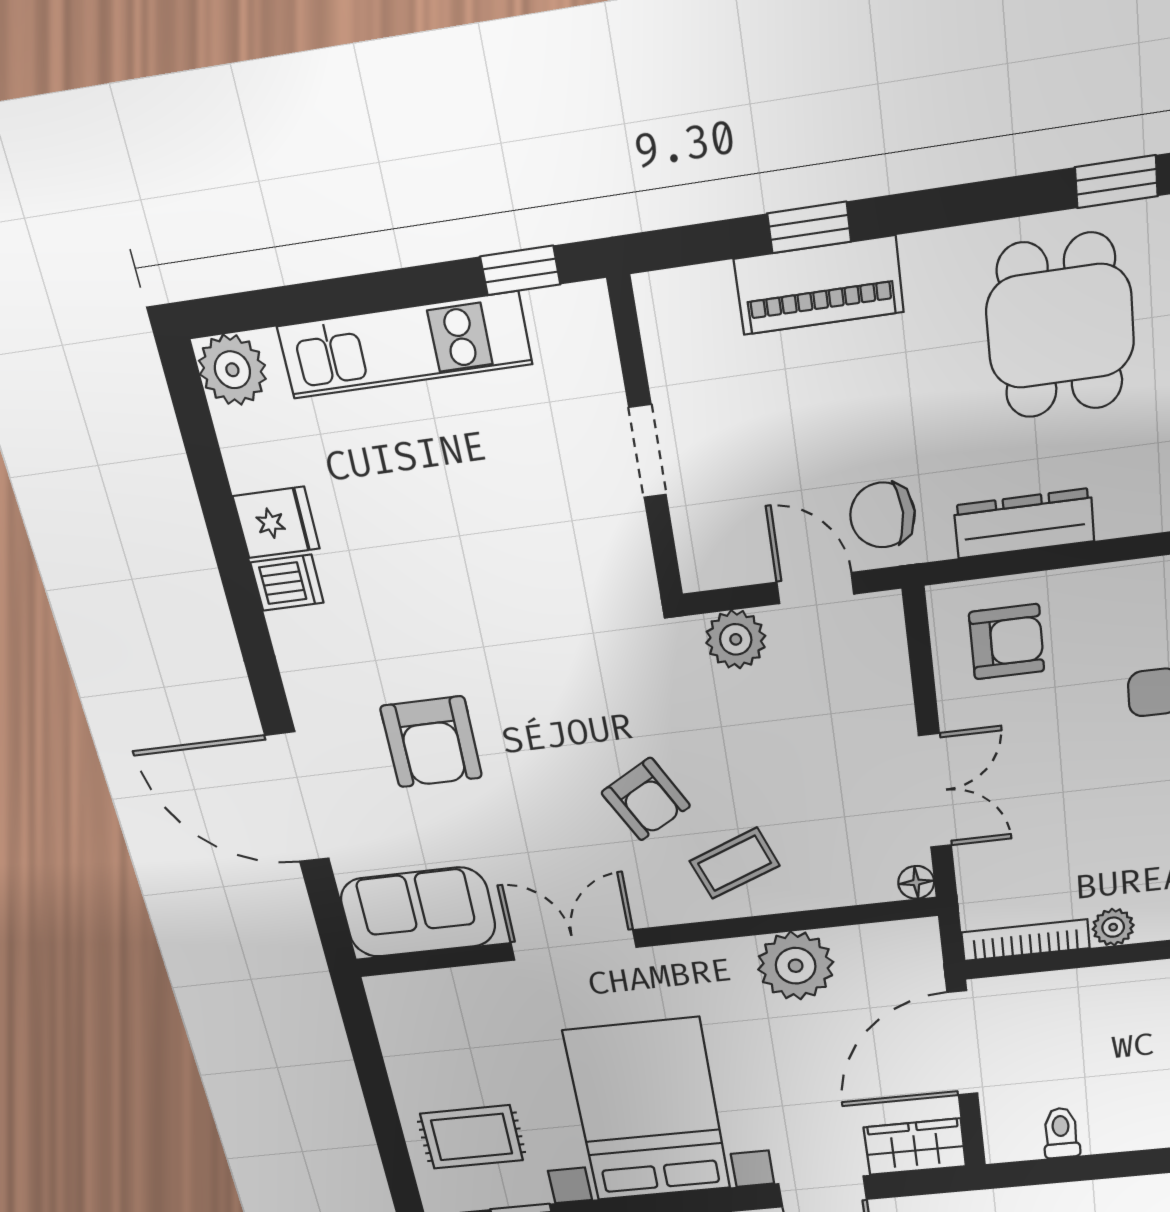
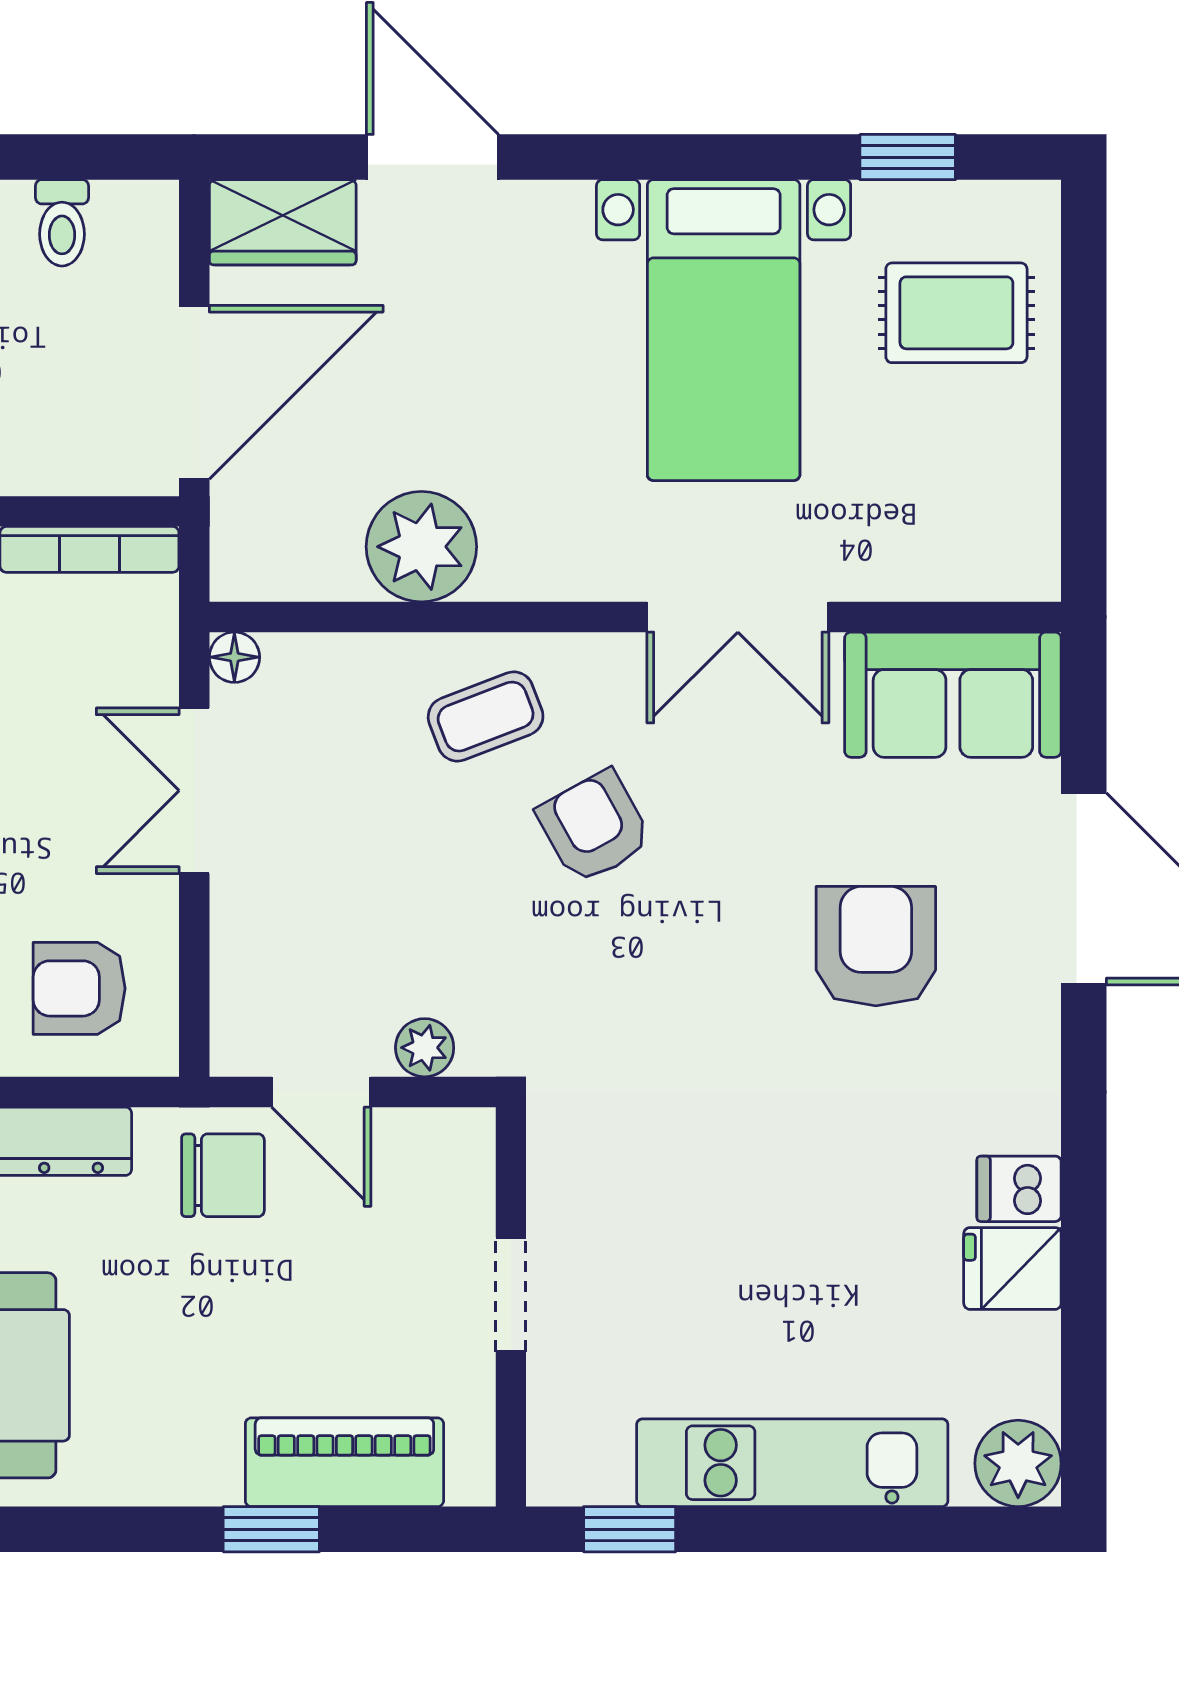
piano: (819, 286) -> (344, 1462), moved
plant: (736, 639) -> (425, 1048), width x0.73, depth x0.73
bed with nightstands: (648, 1110) -> (724, 330), width x0.73

